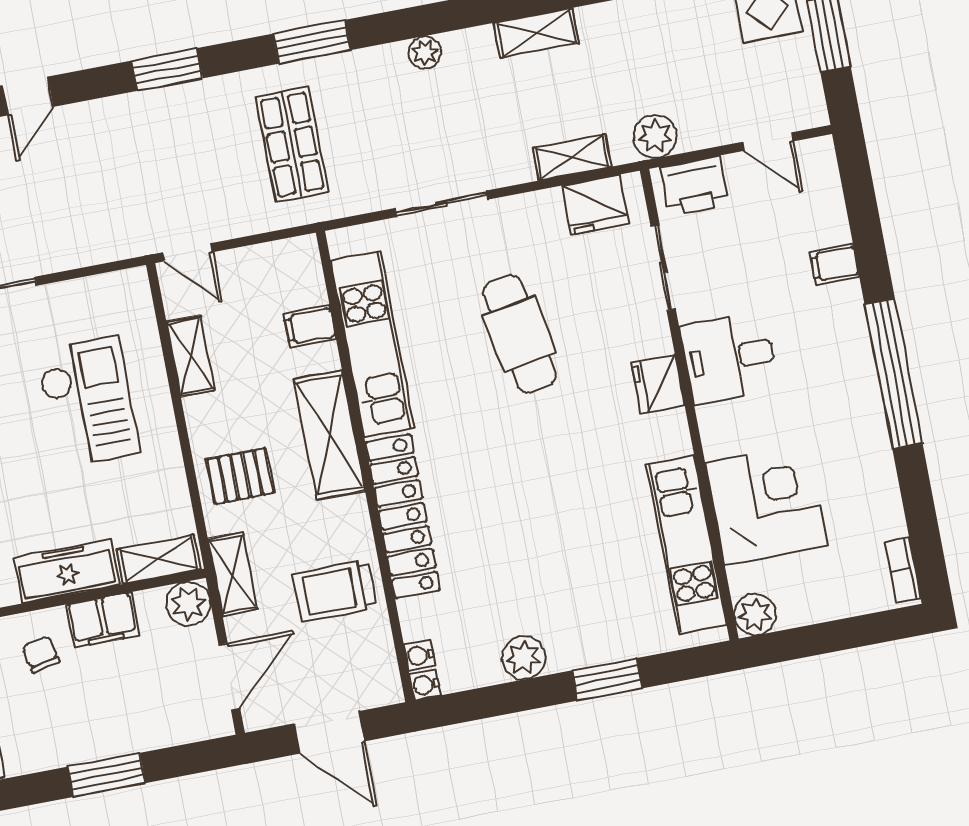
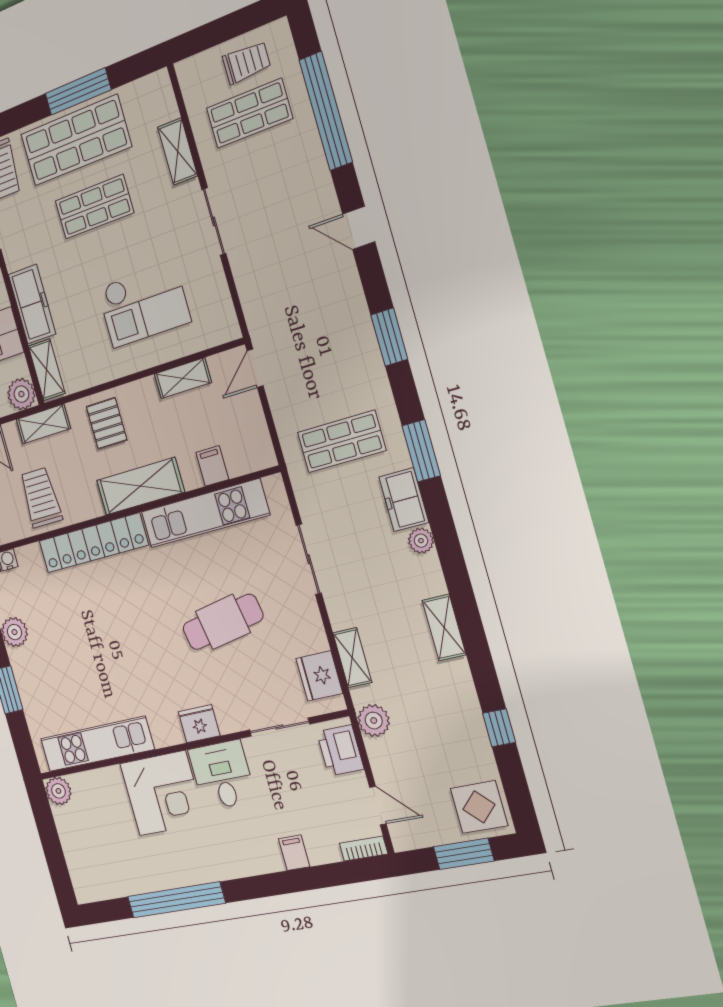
freezer: (372, 70) -> (404, 500), added
door: (768, 142) -> (378, 806), swing flipped
window: (894, 374) -> (176, 900), moved
corner desk: (766, 504) -> (163, 793), moved
bookcase: (903, 570) -> (363, 849), moved

